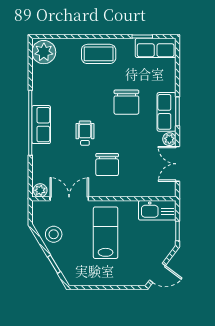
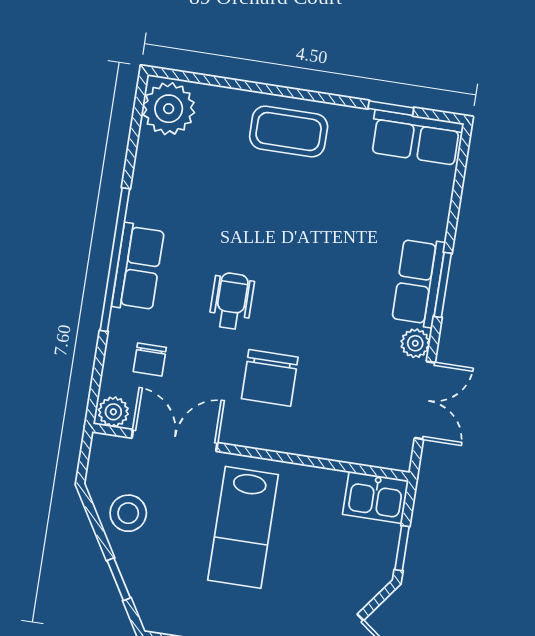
chair: (126, 102) -> (150, 359), moved, width x0.54, depth x0.54
double door: (177, 164) -> (425, 400), swing flipped
kitchen sink: (157, 210) -> (376, 497), width x0.73
lab bench: (106, 233) -> (243, 527), turned 180

